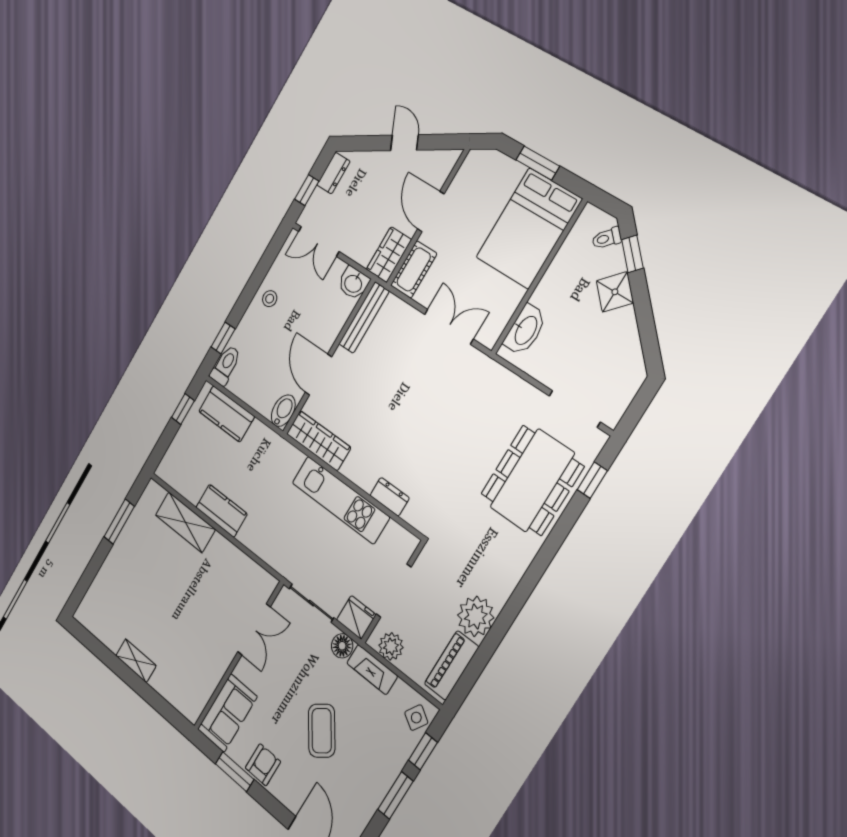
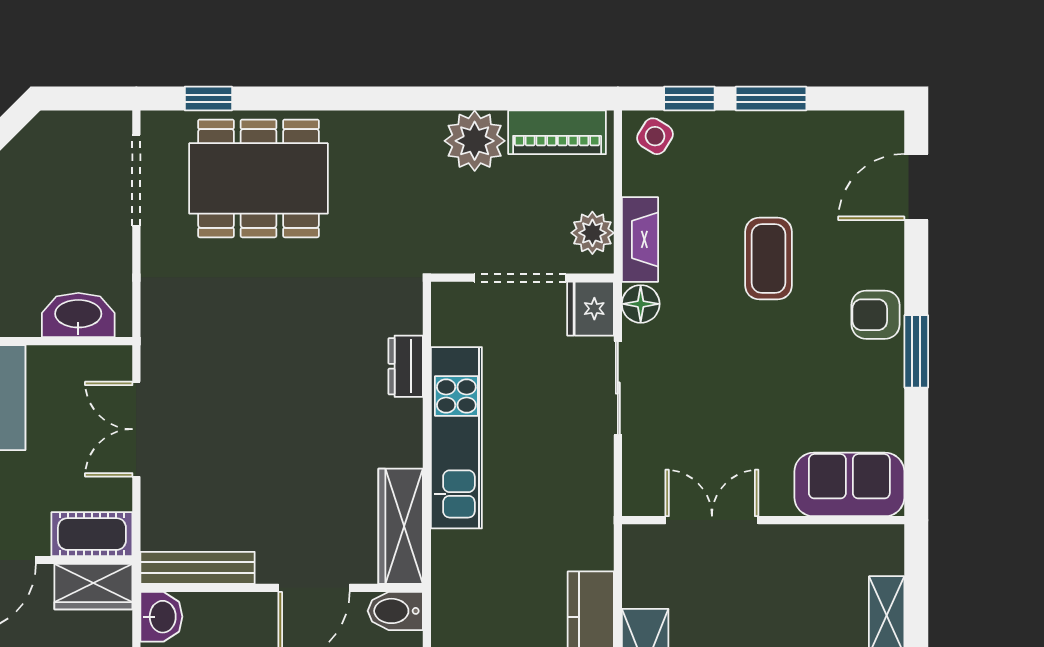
double door: (254, 629) -> (712, 520), moved
wall: (238, 656) -> (763, 520), moved
sofa: (227, 713) -> (849, 484), moved
coffee table: (322, 731) -> (768, 259), turned -54

